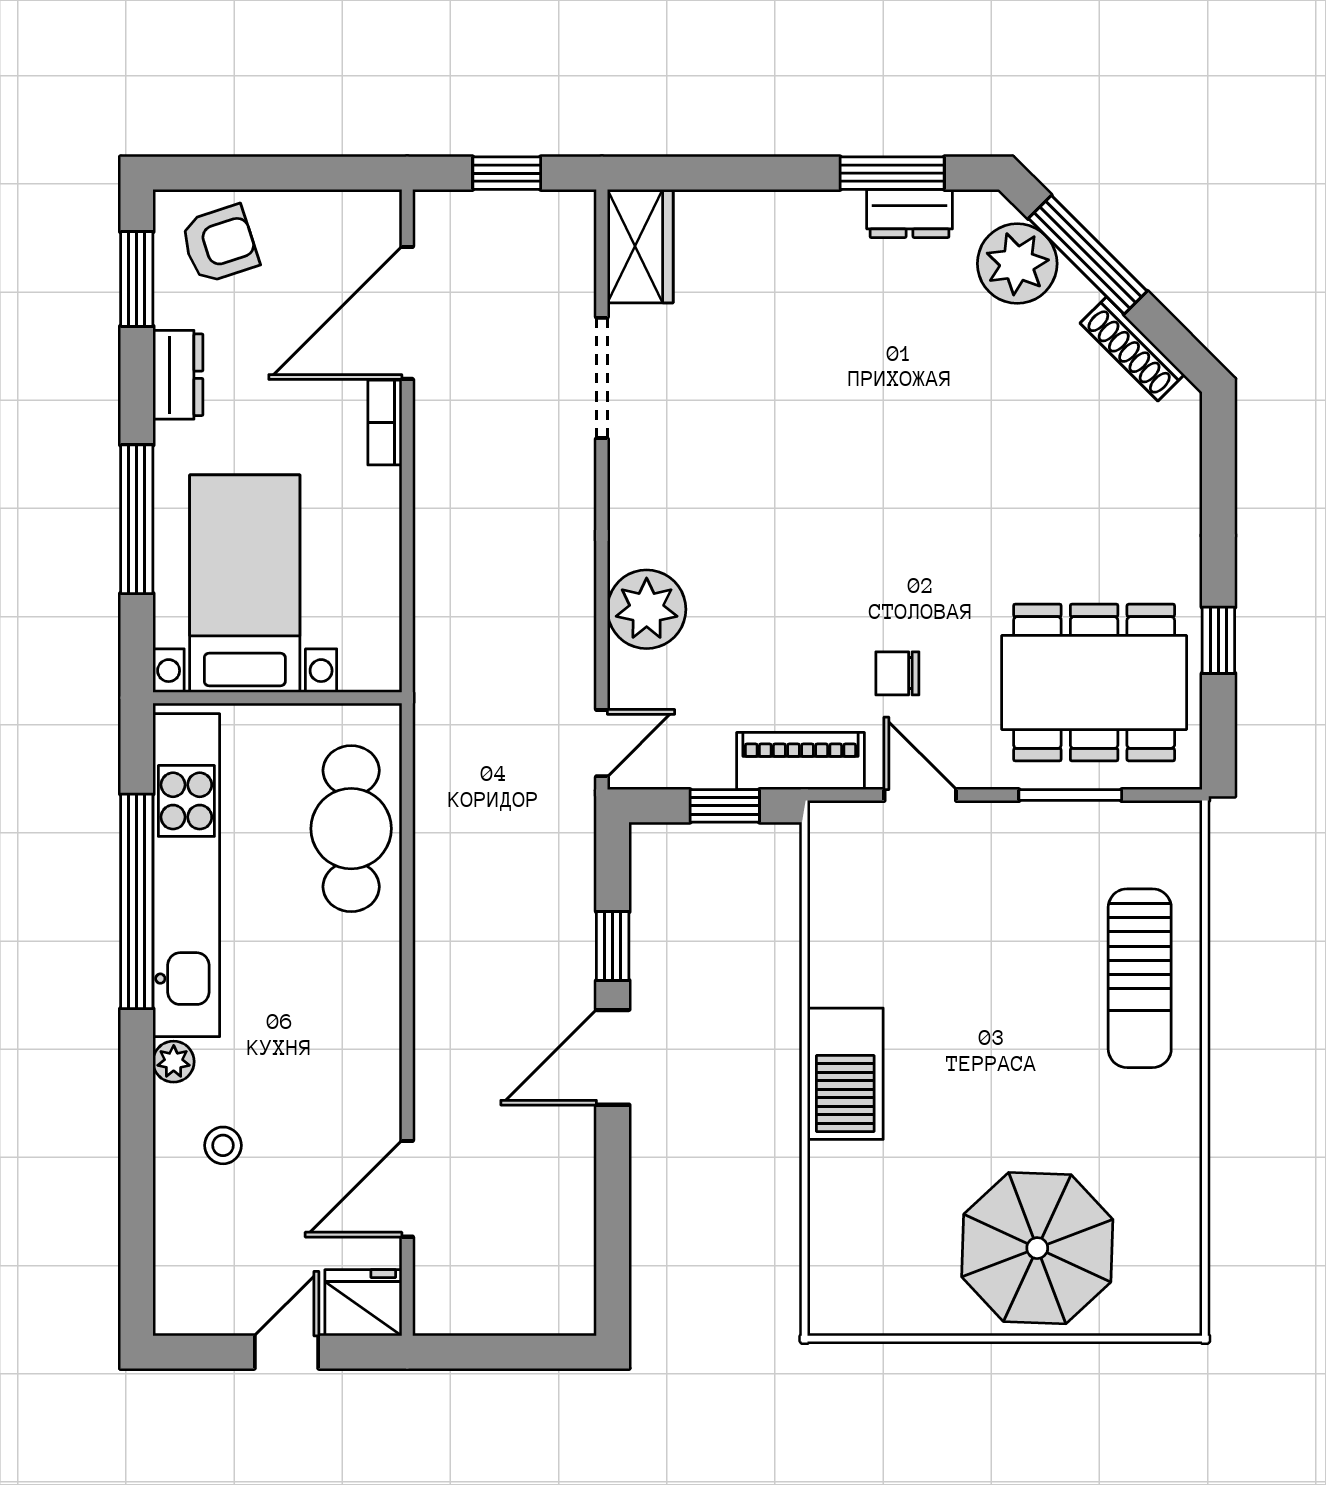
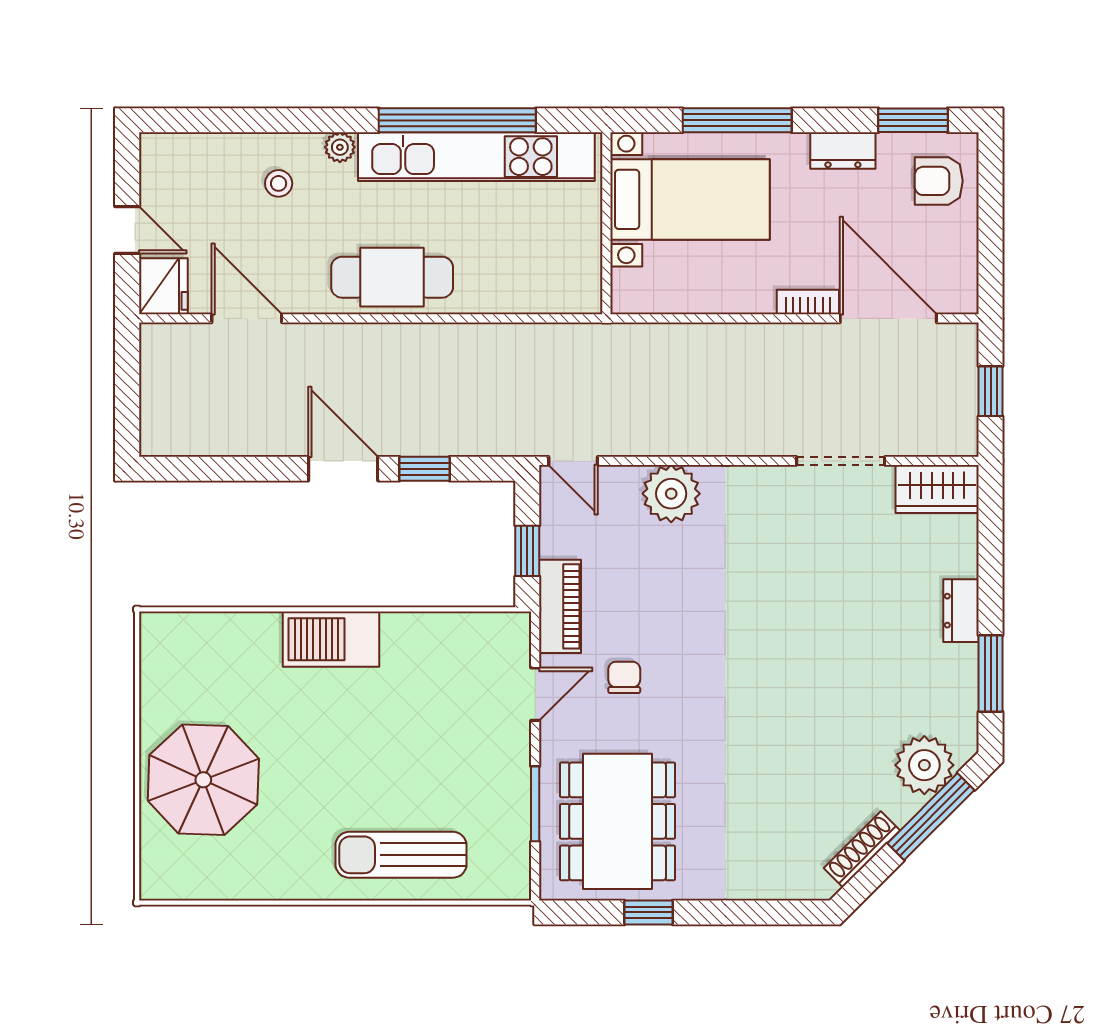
dresser: (910, 213) -> (961, 611), moved
armchair: (220, 244) -> (939, 181), turned 108
cafe table: (351, 829) -> (392, 277), moved

